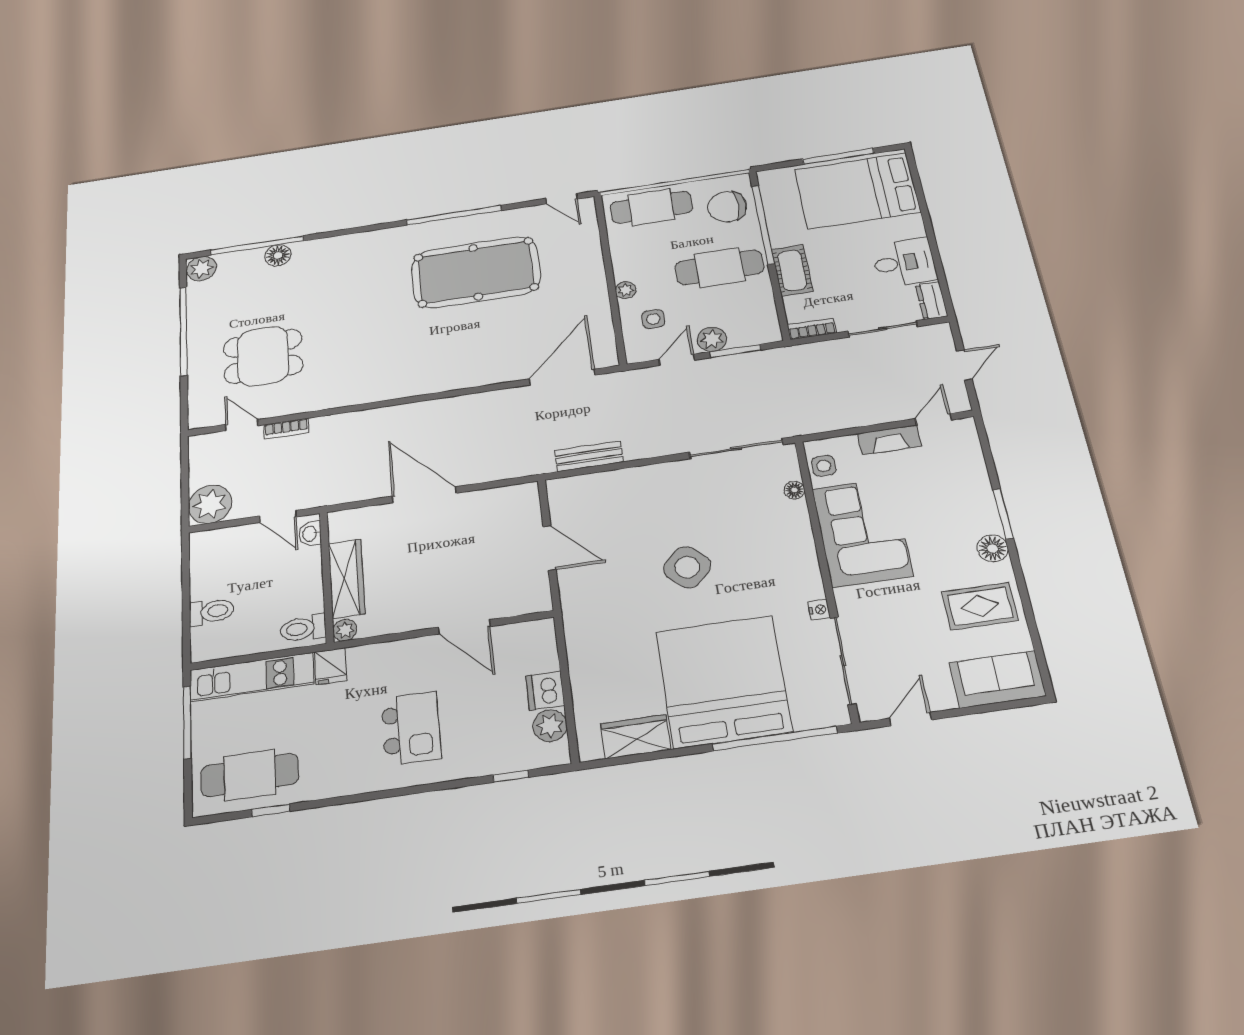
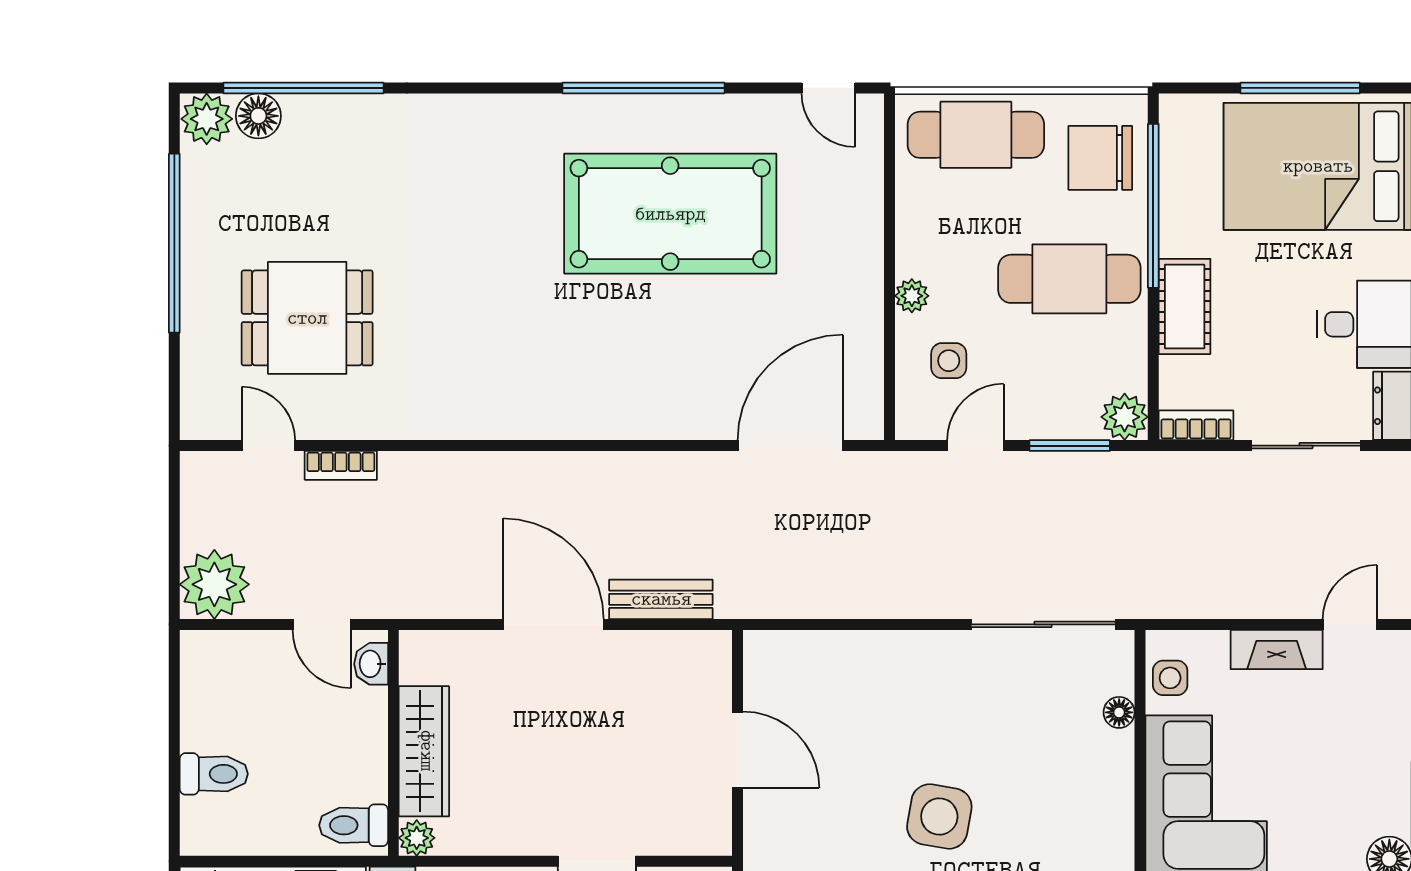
floor lamp: (278, 255) -> (258, 116), moved
plant: (712, 339) -> (1125, 417), moved
bench: (589, 456) -> (661, 599), moved
side table: (687, 567) -> (939, 816), turned -35

